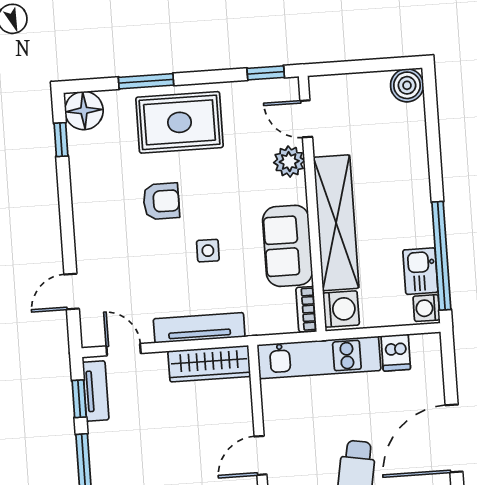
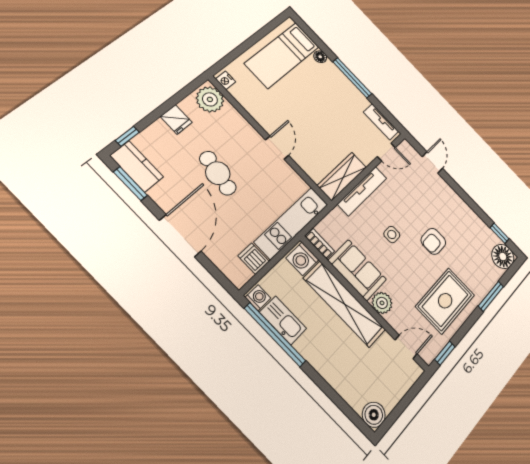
rug: (179, 122) -> (445, 301), moved
plant: (289, 162) -> (382, 303), moved
kitchen sink: (420, 271) -> (283, 320), width x1.38
window: (79, 399) -> (385, 112), removed

